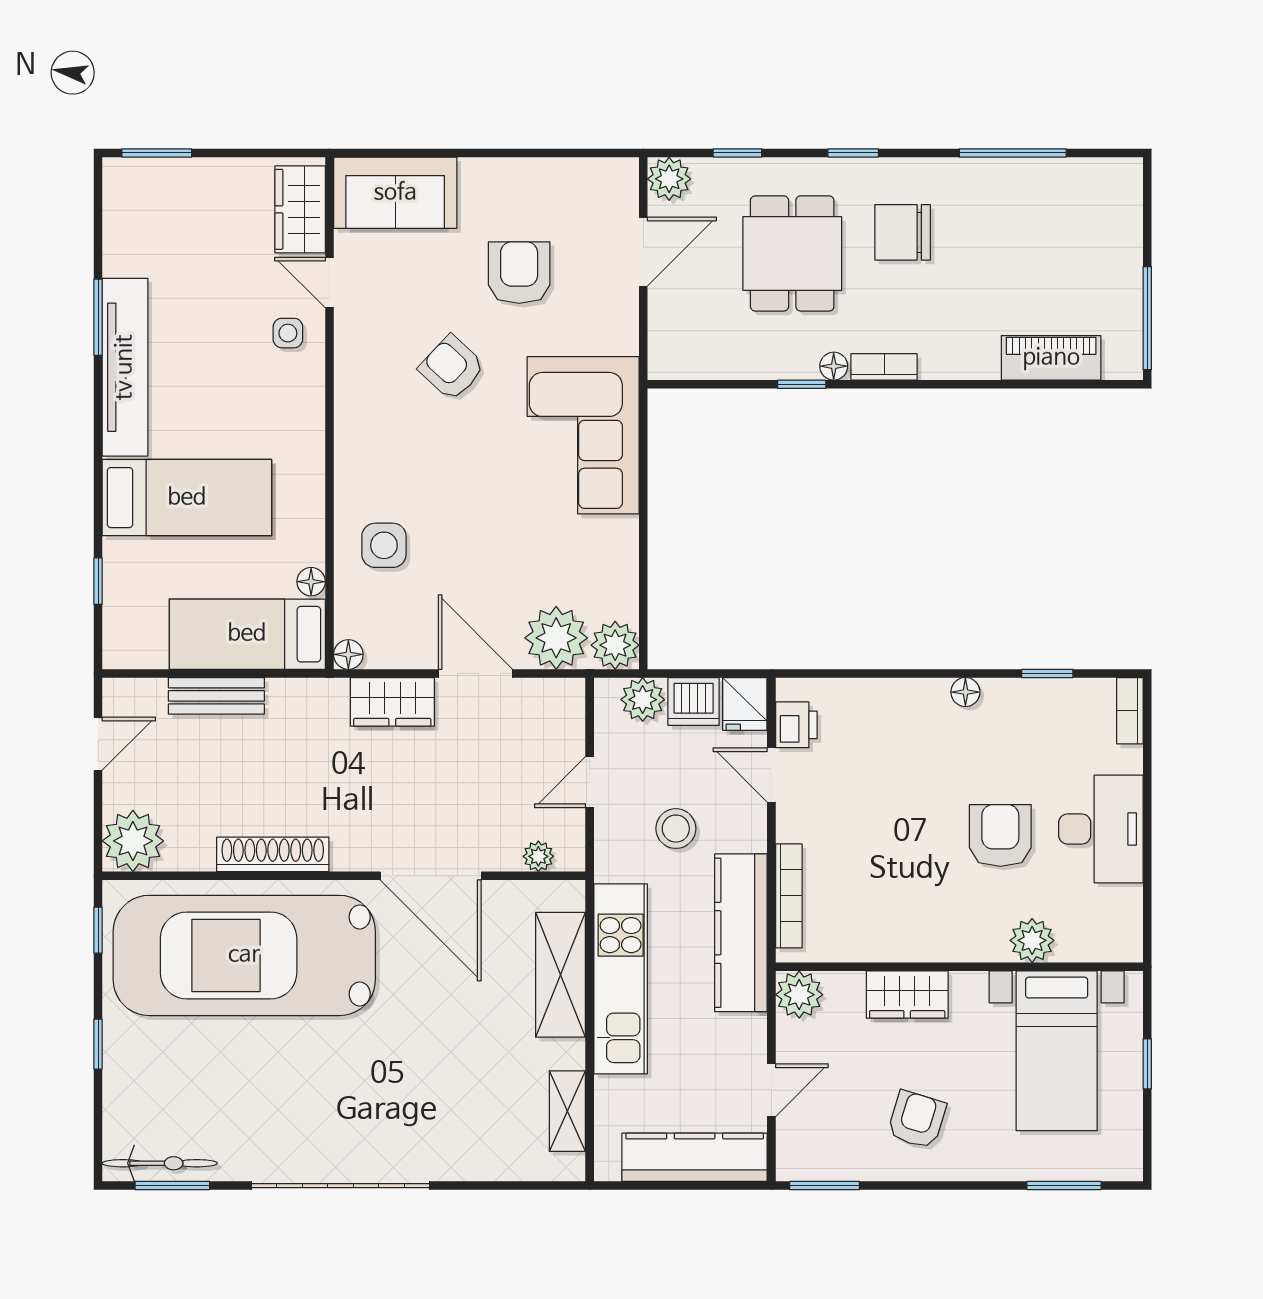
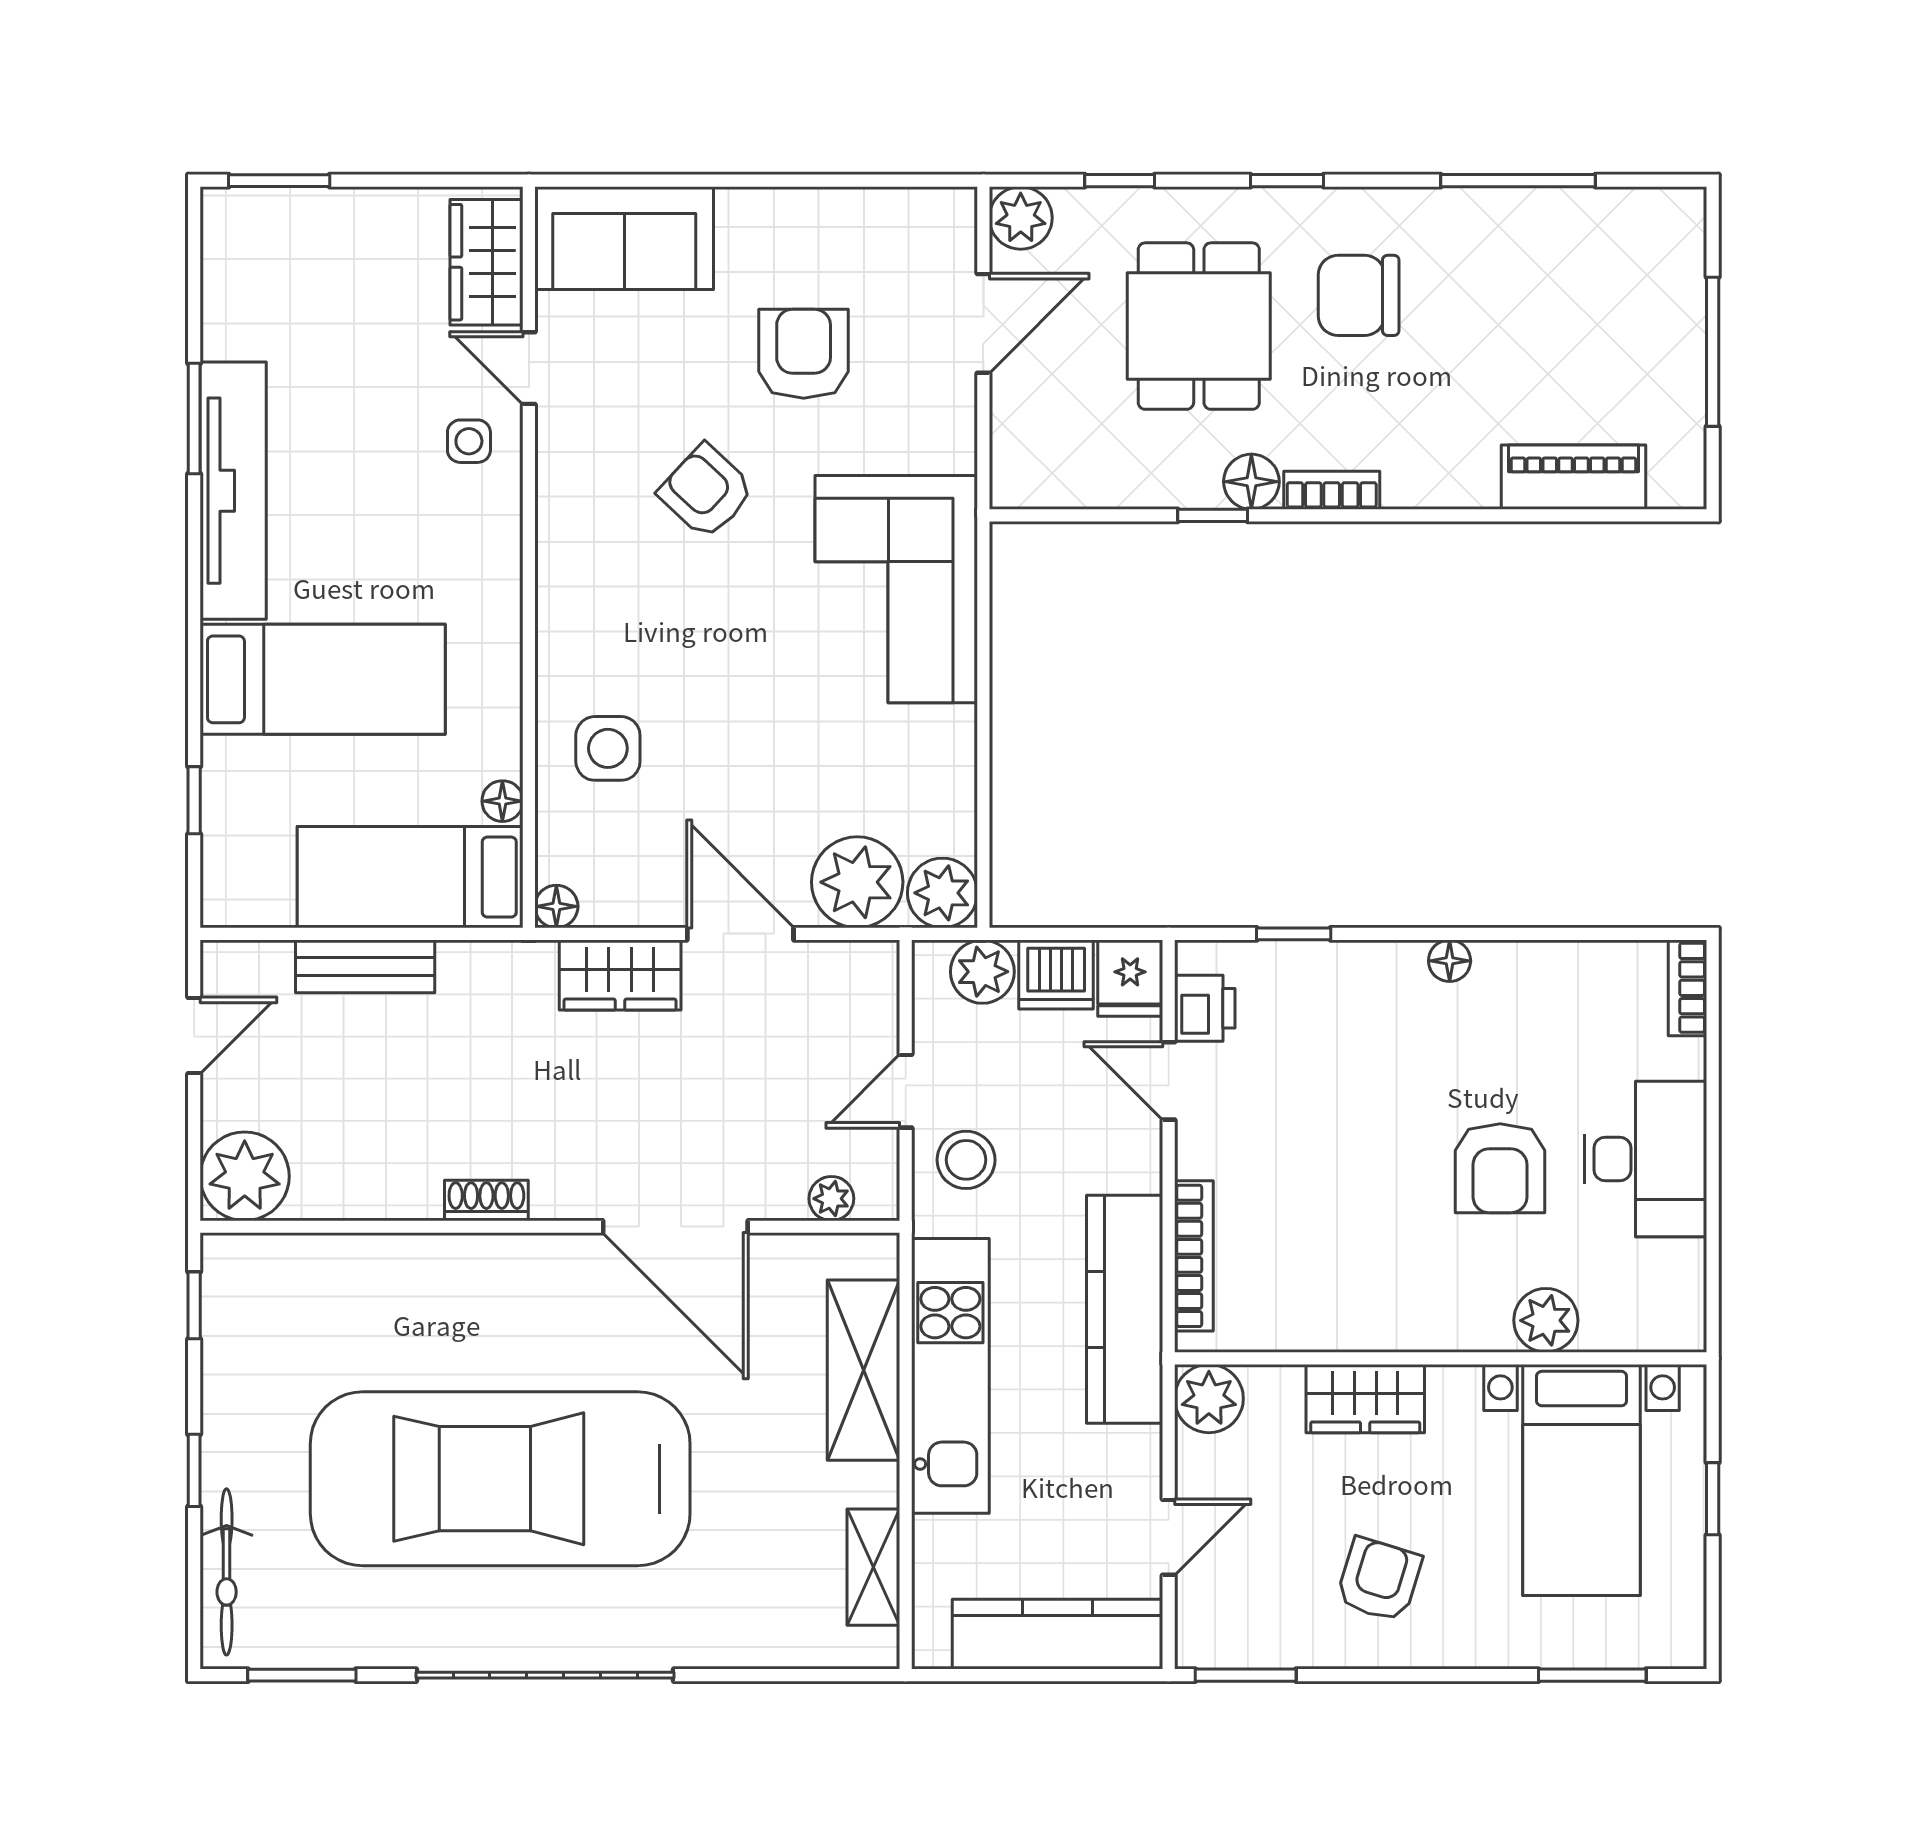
window: (1147, 318) -> (1713, 352), moved
floor lamp: (834, 366) -> (1251, 482), width x1.37, depth x1.37
window: (1047, 673) -> (1294, 934), moved
stool: (676, 829) -> (966, 1160), moved
armchair: (1000, 835) -> (1500, 1168), turned 180
shoe rack: (273, 854) -> (486, 1200), width x0.51, depth x0.81
car: (244, 955) -> (500, 1479), moved
bicycle: (160, 1163) -> (227, 1572), moved, turned 90

